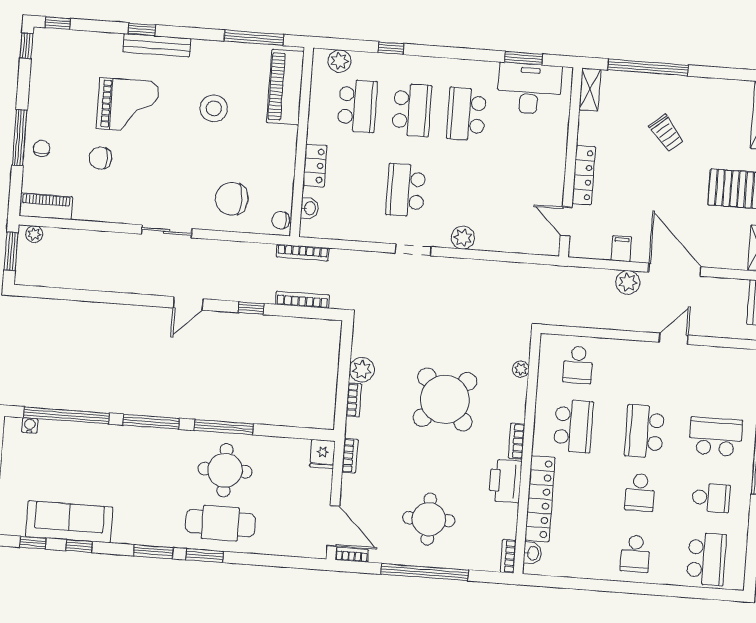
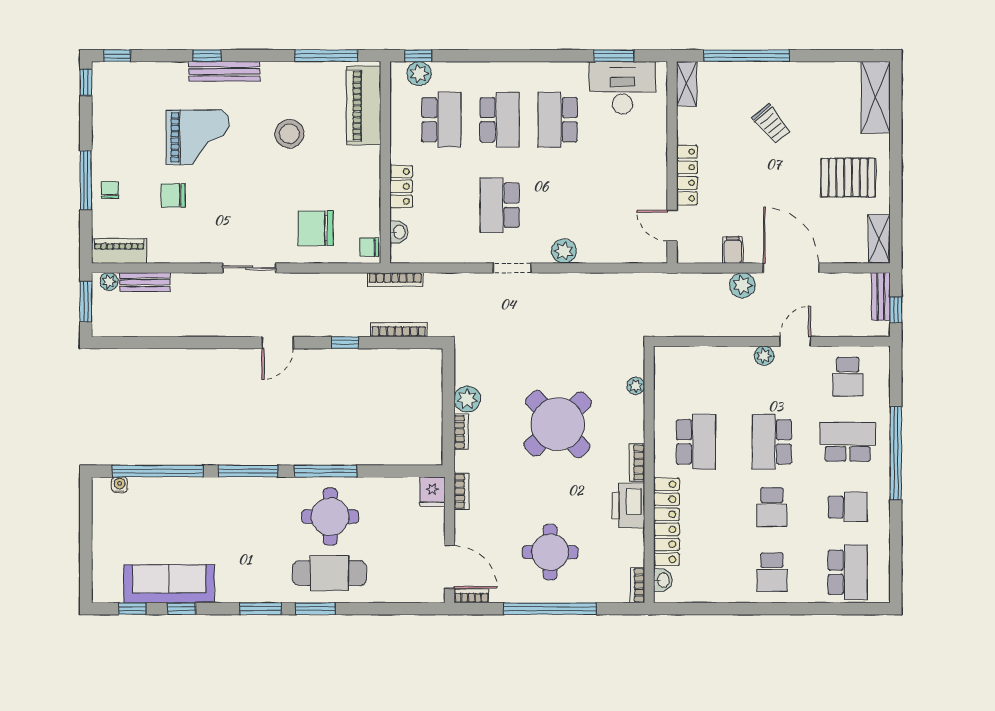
window: (391, 48) -> (418, 56), moved
bench: (68, 237) -> (145, 282), added
plant: (643, 350) -> (764, 356), added
school desk: (578, 365) -> (848, 377), moved

